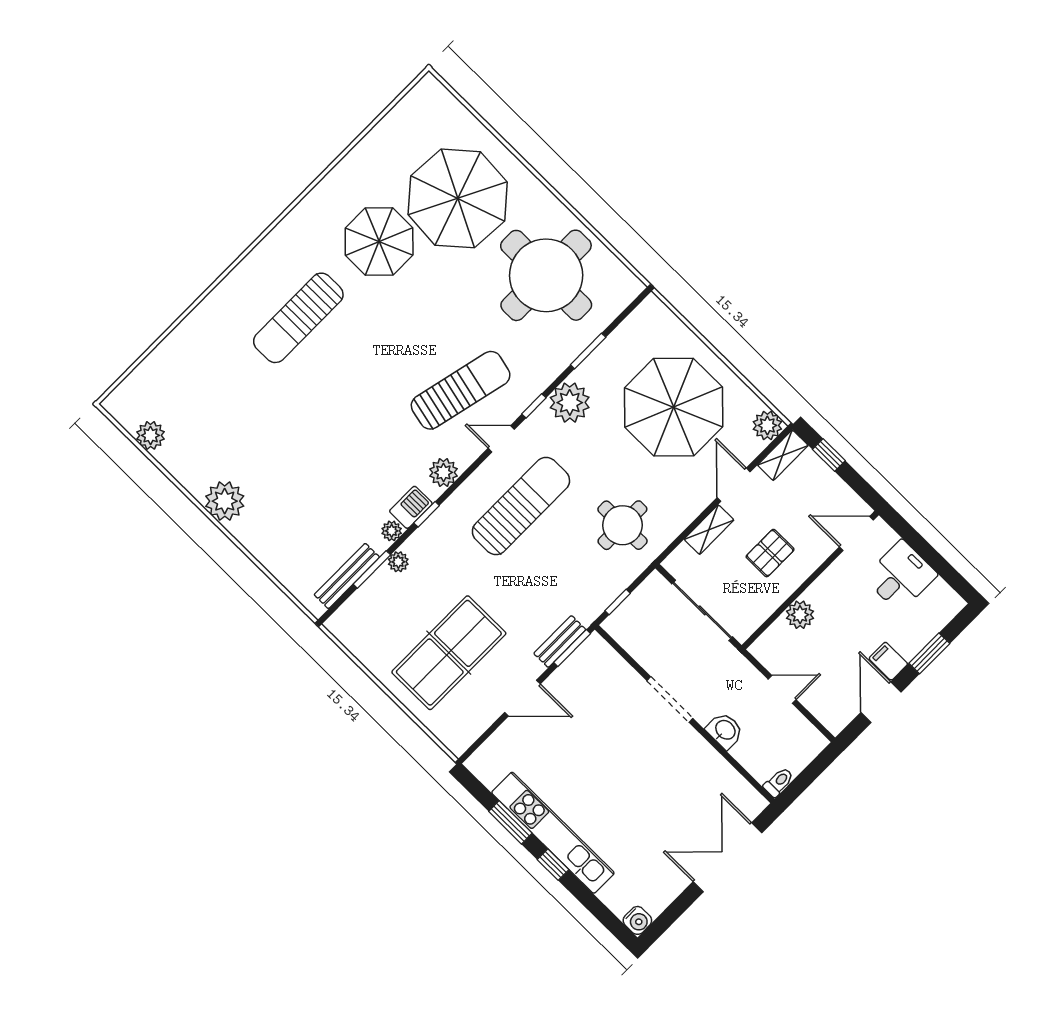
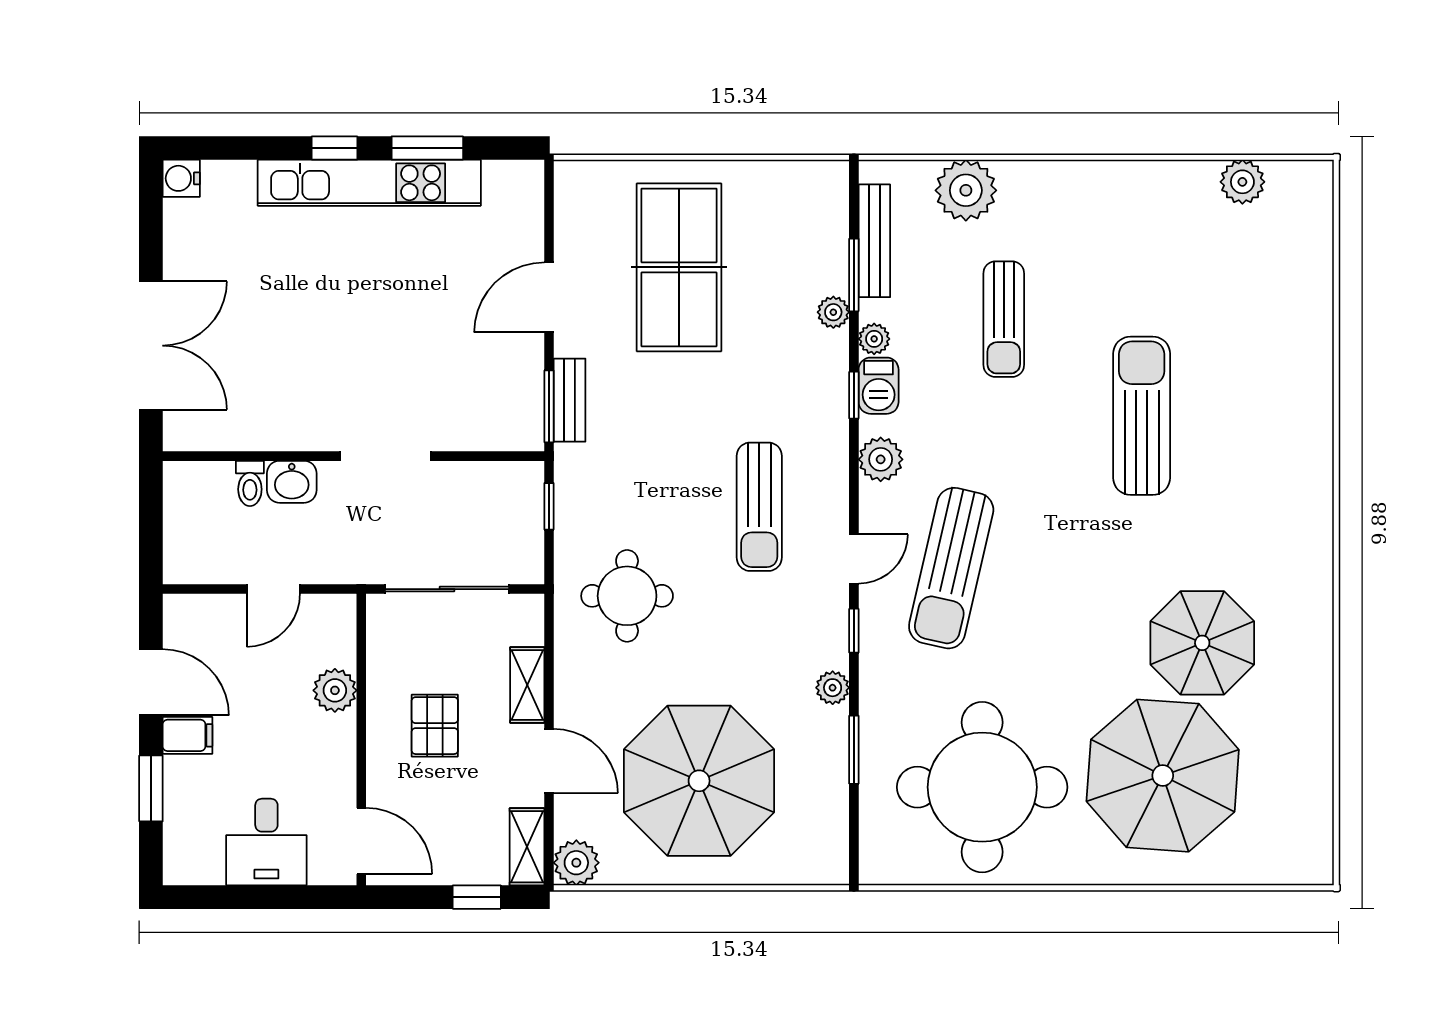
sun lounger: (298, 318) -> (1142, 416), moved
plant: (570, 403) -> (833, 688), width x0.53, depth x0.53
sun lounger: (323, 481) -> (1004, 319), added
plant: (225, 501) -> (966, 190), moved
sun lounger: (521, 506) -> (759, 507), width x0.73, depth x0.75
door: (856, 533) -> (361, 841), hinge flipped
toilet: (779, 782) -> (250, 483), moved

